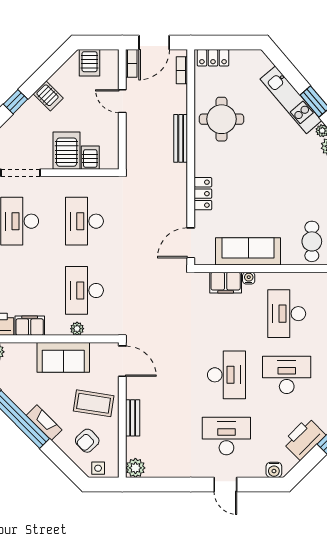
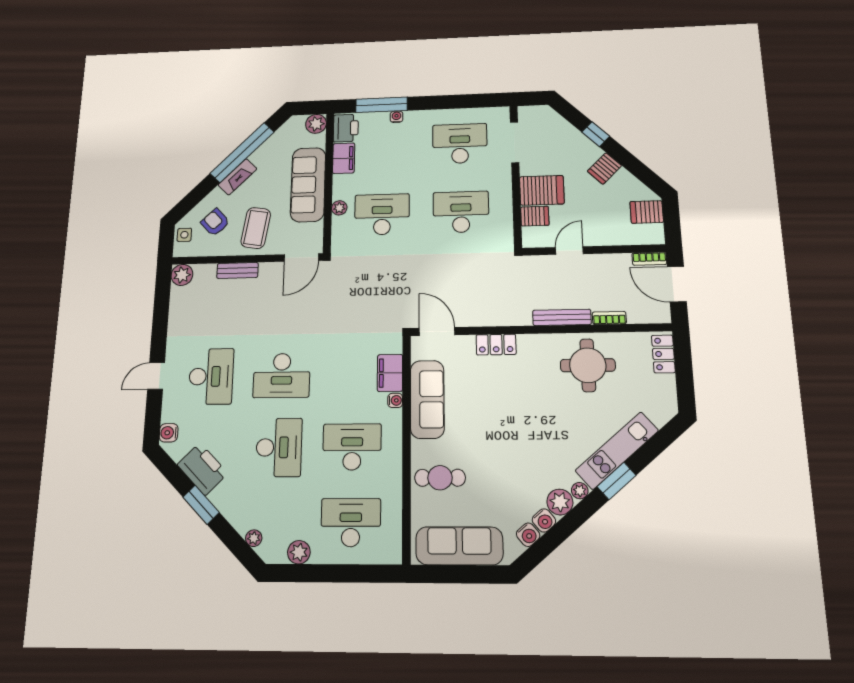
bookcase: (182, 70) -> (609, 318), moved
door: (122, 101) -> (569, 251), moved
sofa: (63, 357) -> (308, 185), width x1.36

